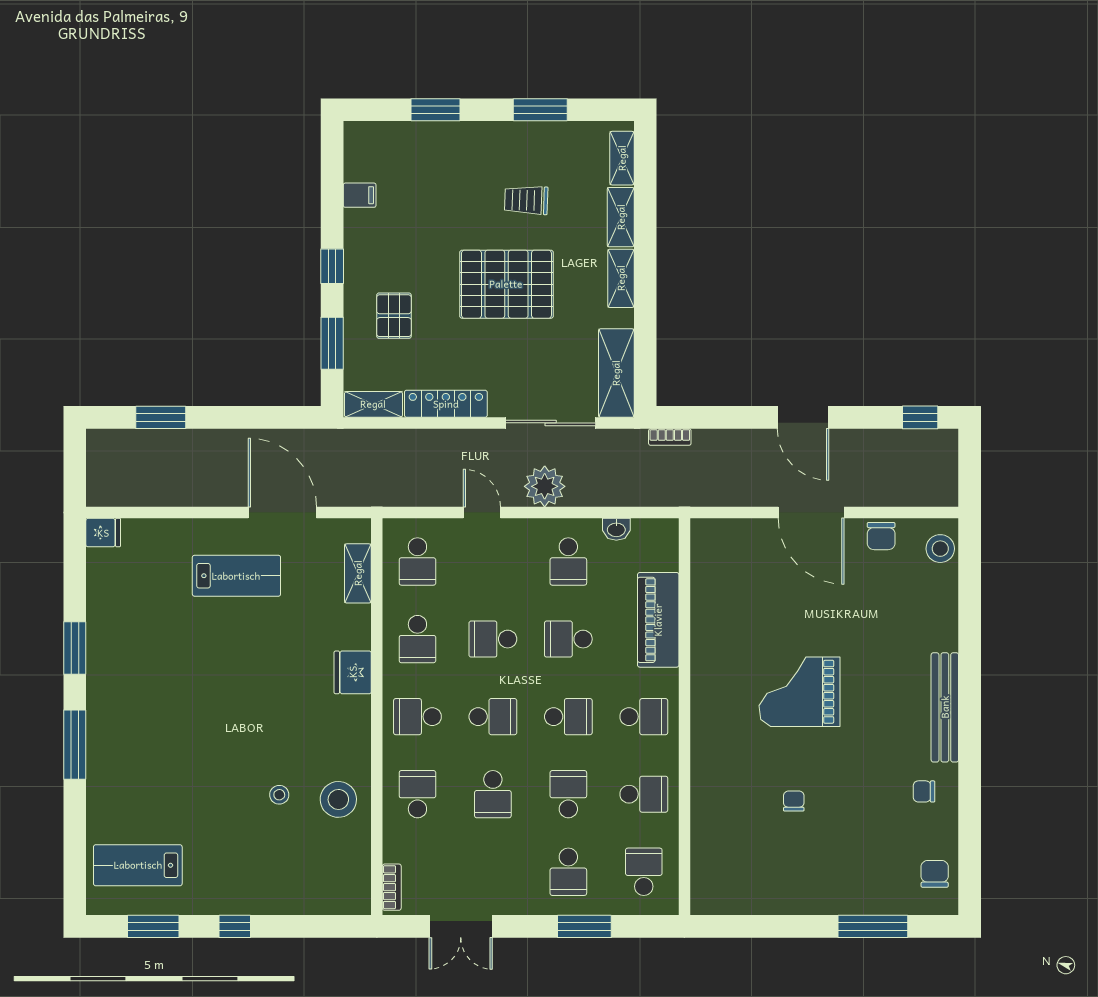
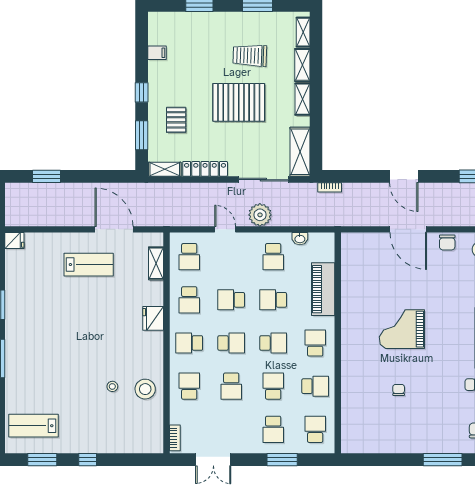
trolley: (526, 200) -> (250, 56), width x1.36, depth x1.39
school desk: (644, 717) -> (315, 343), turned -90

